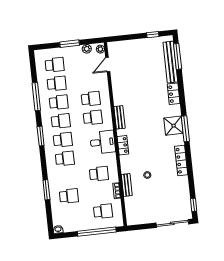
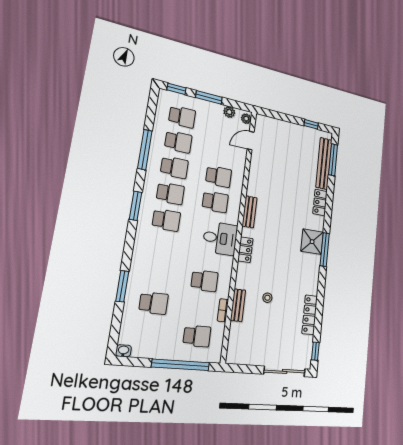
window: (46, 46) -> (177, 89), added
school desk: (65, 159) -> (162, 247), removed
locker: (181, 160) -> (310, 315), moved

